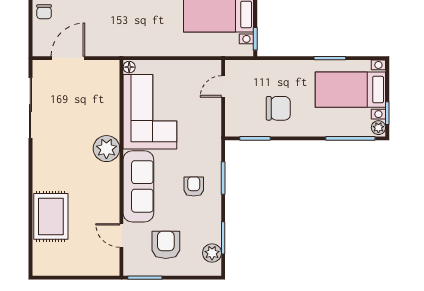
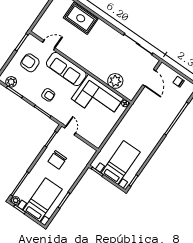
door: (223, 86) -> (70, 131), moved
plant: (106, 149) -> (115, 81), moved
armchair: (166, 245) -> (30, 63), turned 180

